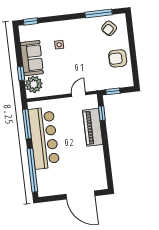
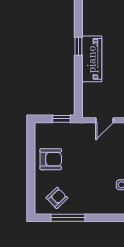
window: (102, 113) -> (78, 46), moved
piano: (93, 127) -> (92, 59), moved

